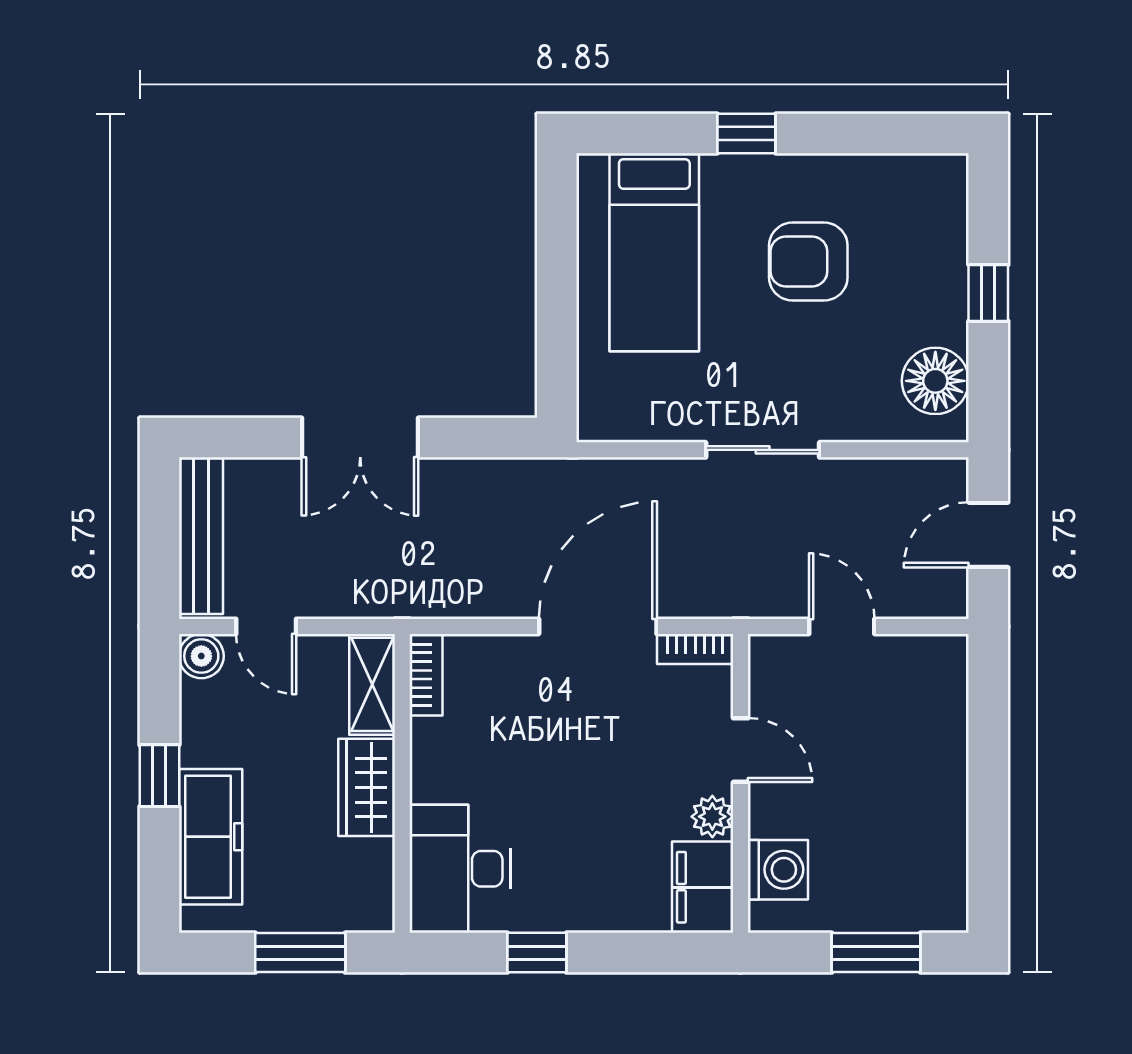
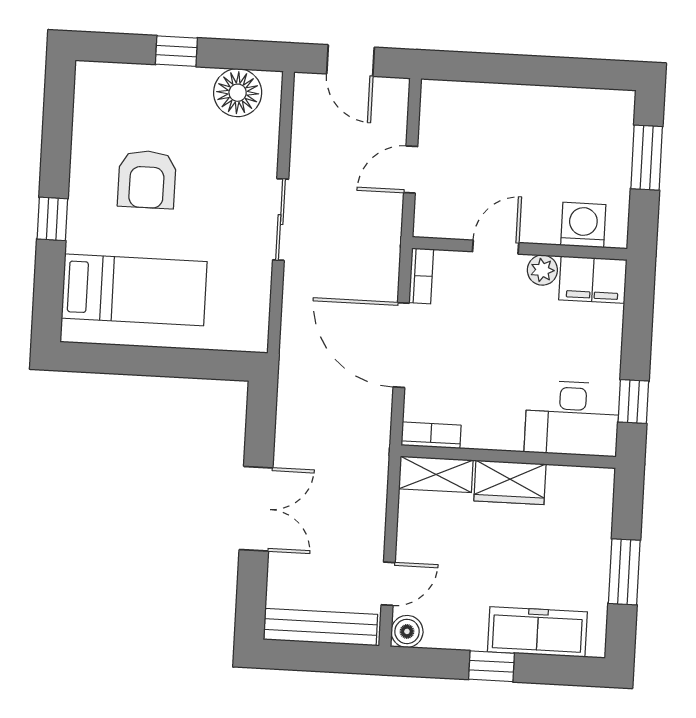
bookcase: (426, 675) -> (431, 435), moved
shelving: (372, 684) -> (436, 474), moved
wall: (402, 783) -> (508, 457), moved
wardrobe: (367, 787) -> (510, 482), moved
desk: (460, 869) -> (572, 418), moved

